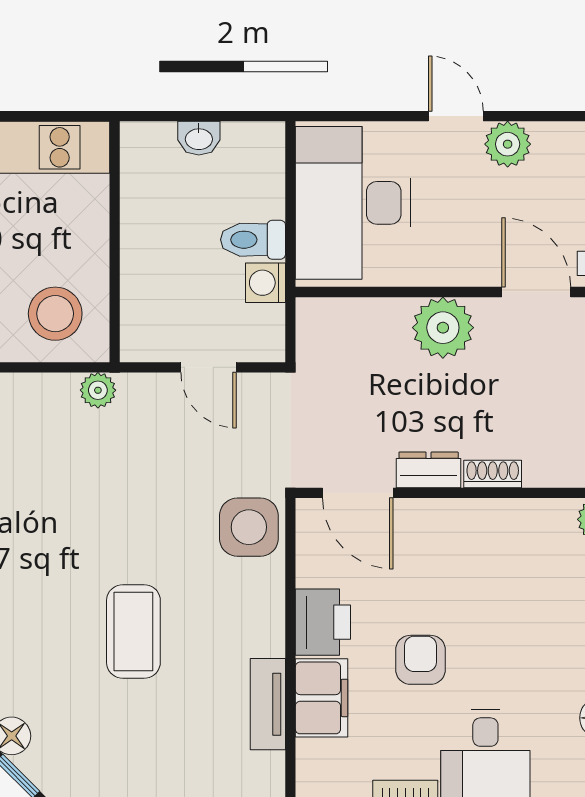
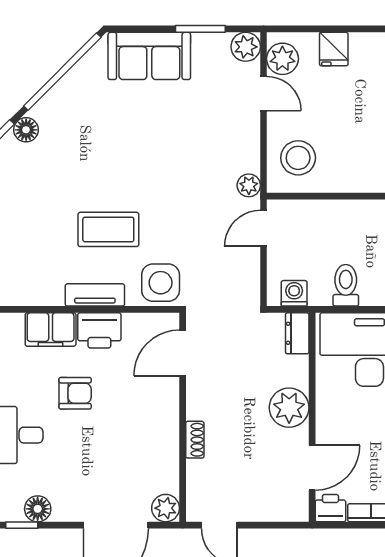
washing machine: (265, 283) -> (294, 293), moved
door: (209, 367) -> (264, 228), moved
dresser: (429, 470) -> (297, 333), moved, turned 180
coffee table: (133, 631) -> (108, 229), moved
tv unit: (268, 704) -> (95, 295), moved

